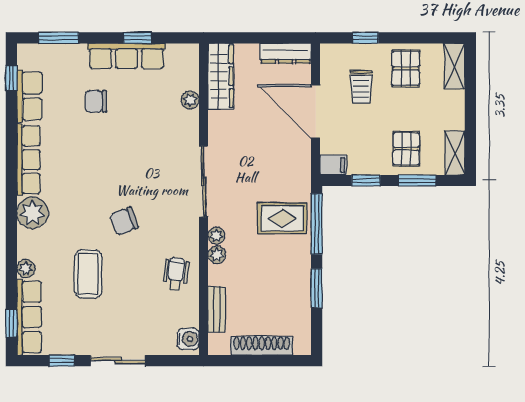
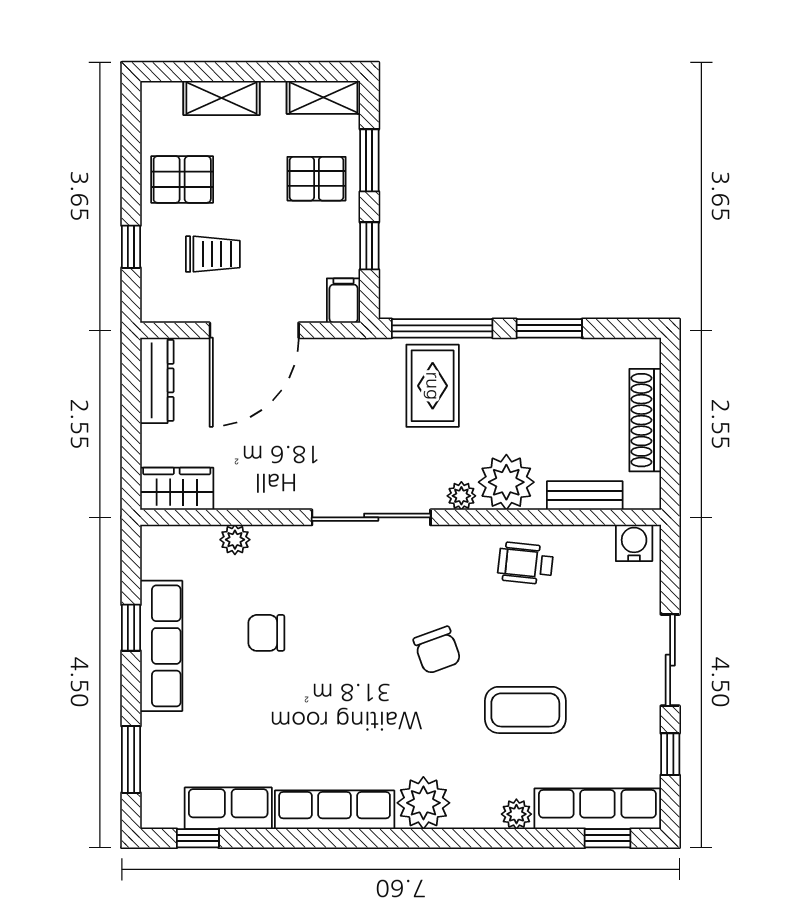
shelving: (455, 66) -> (222, 98), moved
wardrobe: (221, 76) -> (177, 489), width x0.67
chair: (96, 101) -> (266, 633), moved, turned 90
plant: (217, 255) -> (506, 482), width x1.88, depth x1.88

